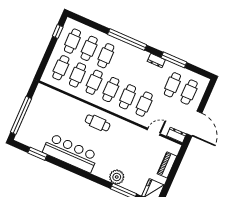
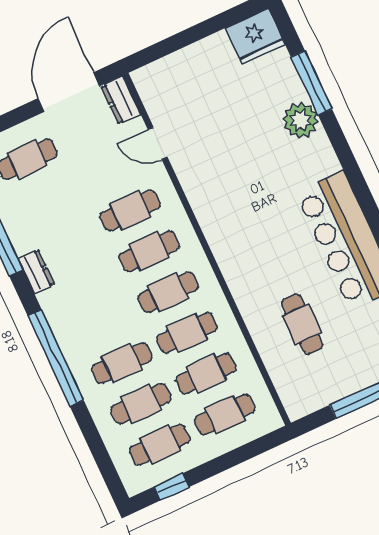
cafe table: (172, 85) -> (46, 200), removed
cafe table: (98, 123) -> (302, 324), moved
piano: (167, 165) -> (188, 60), removed

